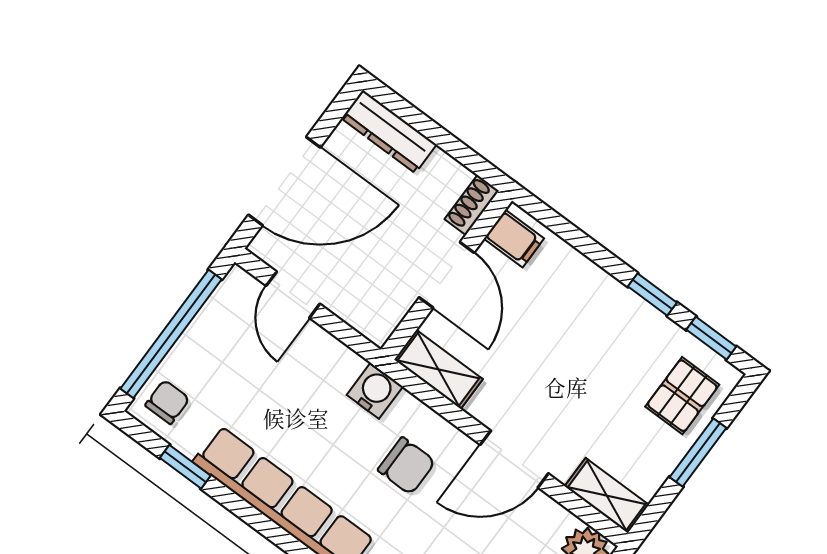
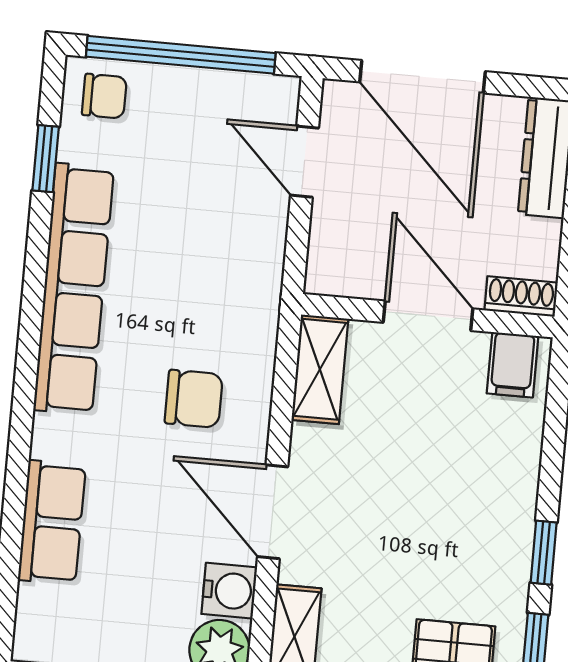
door: (447, 275) -> (428, 316), swing flipped
door: (293, 295) -> (305, 162), hinge flipped
water cooler: (375, 391) -> (229, 591), moved
chair: (406, 466) -> (194, 399), turned -90

